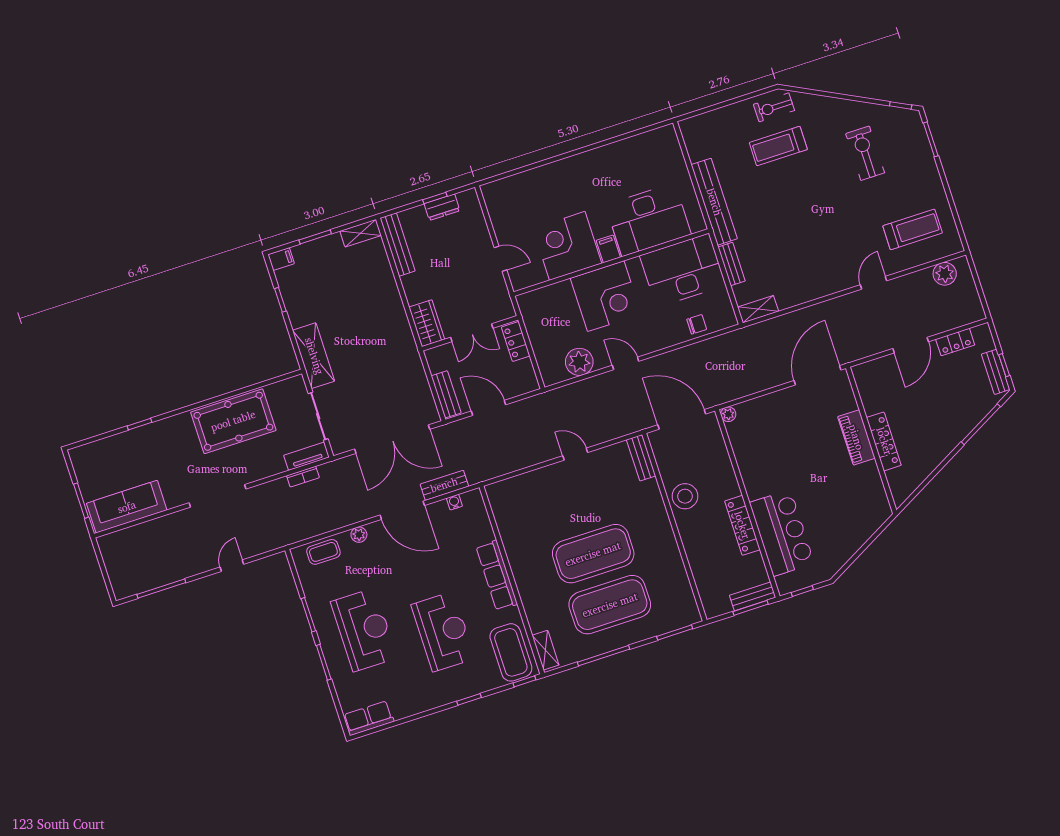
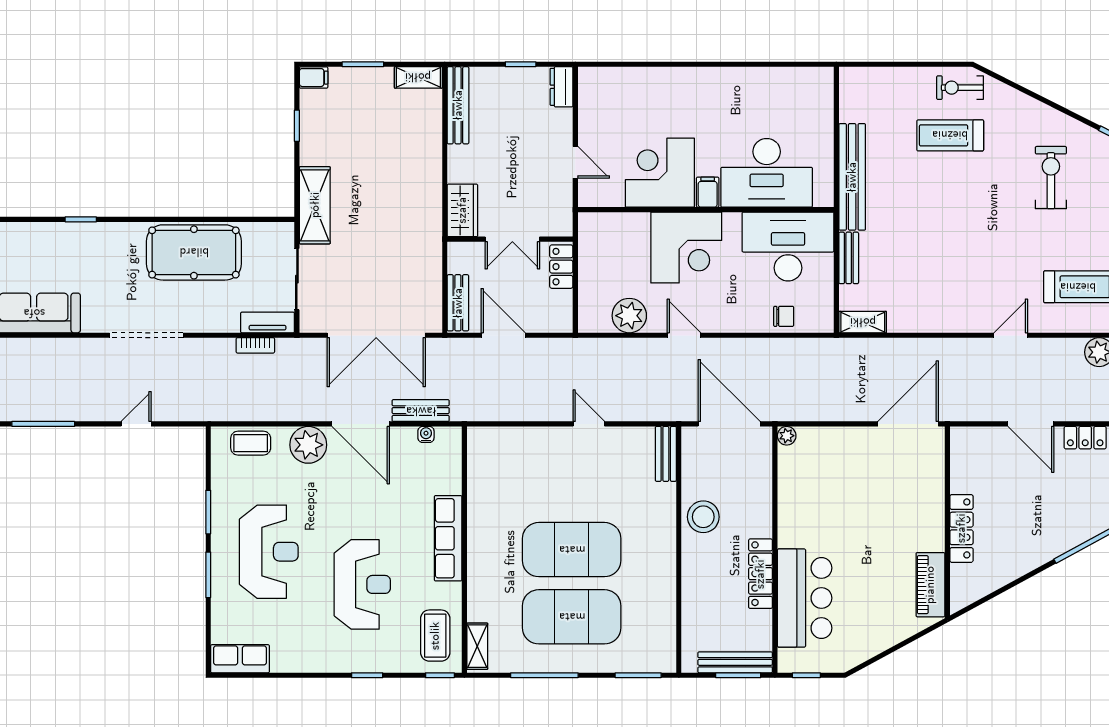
dresser: (442, 207) -> (562, 87), moved, turned 90
door: (911, 345) -> (1031, 424), hinge flipped
piano: (856, 437) -> (930, 585), moved
plant: (359, 535) -> (308, 445), width x1.88, depth x1.88
bench: (753, 596) -> (735, 662), width x1.36
coffee table: (511, 652) -> (435, 636), width x0.73, depth x0.76

